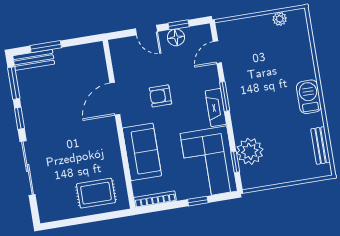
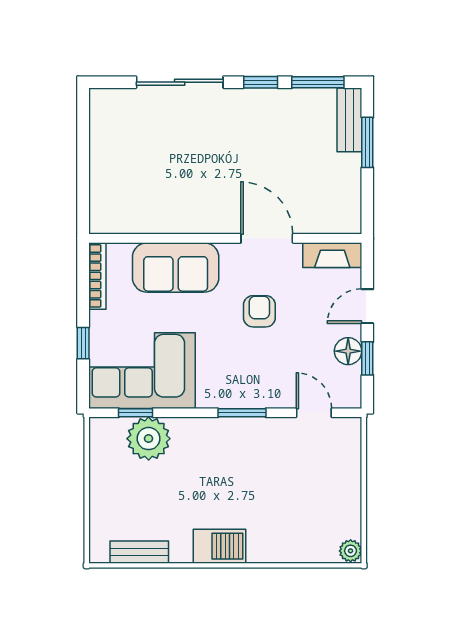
plant: (280, 19) -> (351, 551), moved
fireplace: (216, 108) -> (332, 255), moved, turned 180
rug: (96, 193) -> (122, 184), removed

